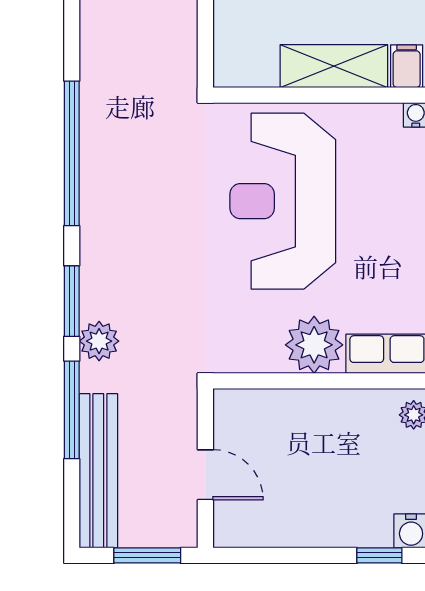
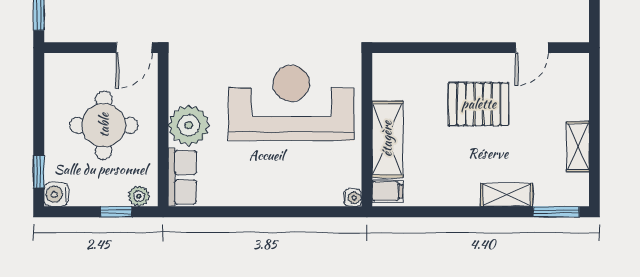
round table: (314, 464) -> (104, 125), added
door: (205, 475) -> (134, 48), moved

